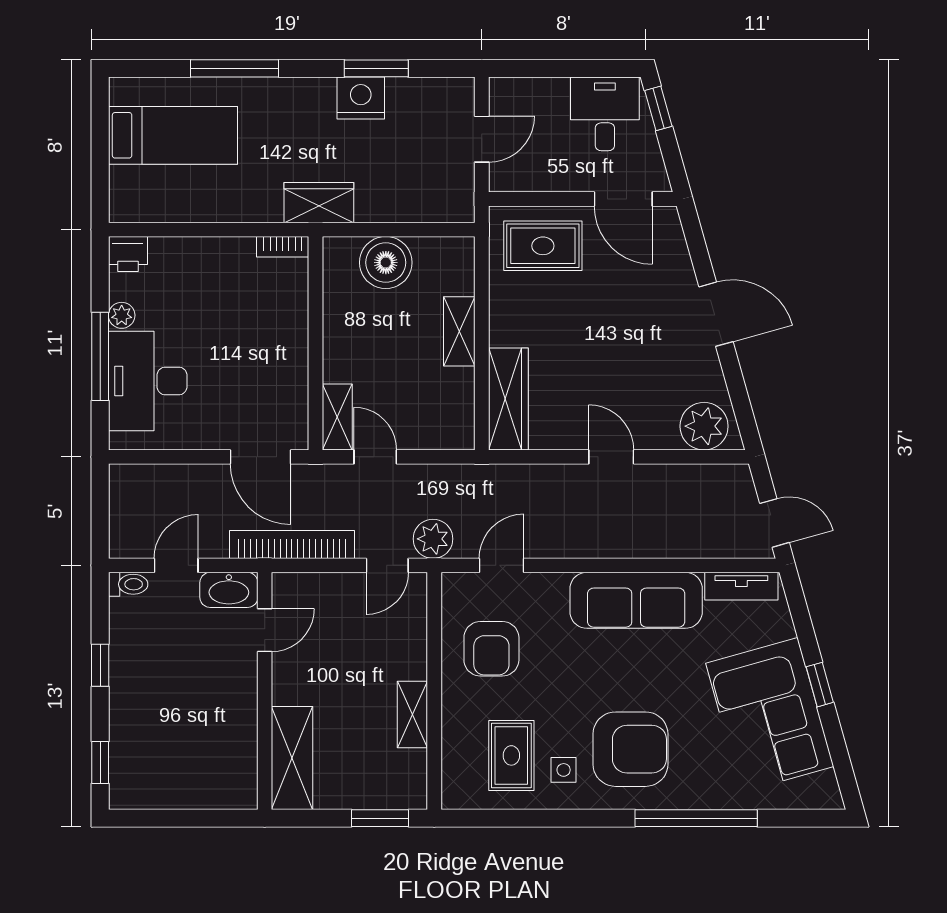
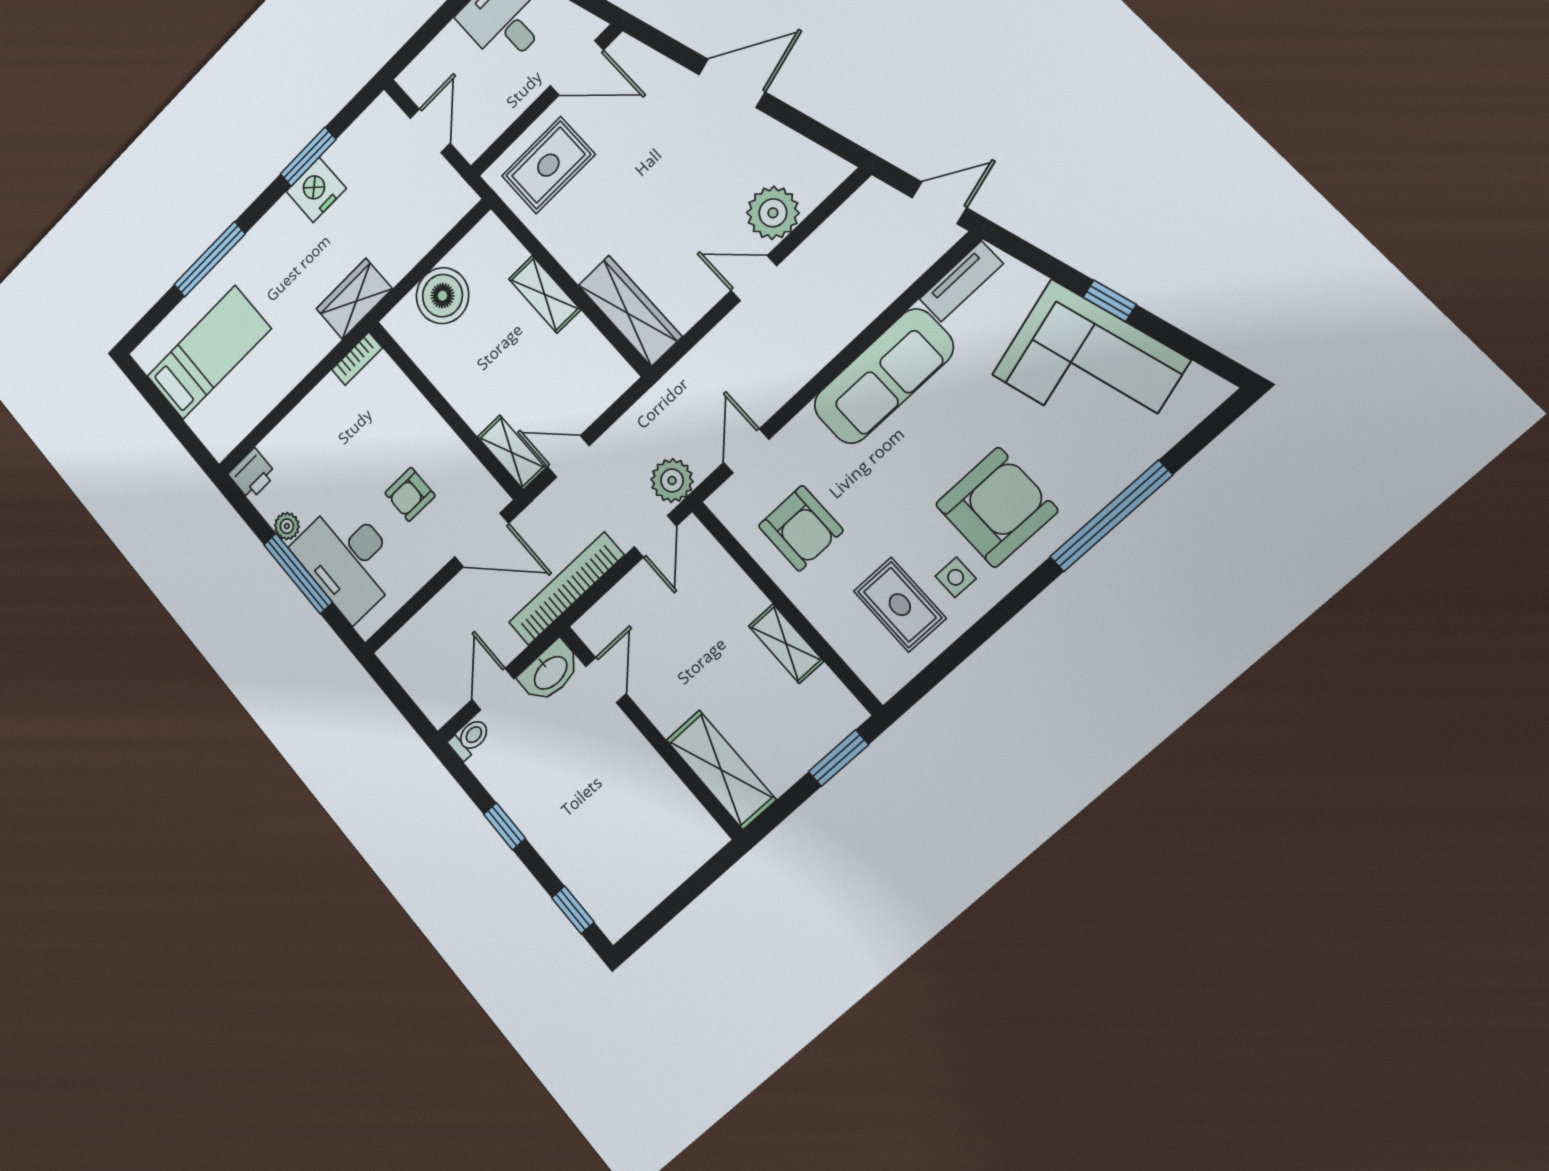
armchair: (236, 378) -> (410, 494), added
plant: (704, 426) -> (773, 213), moved

